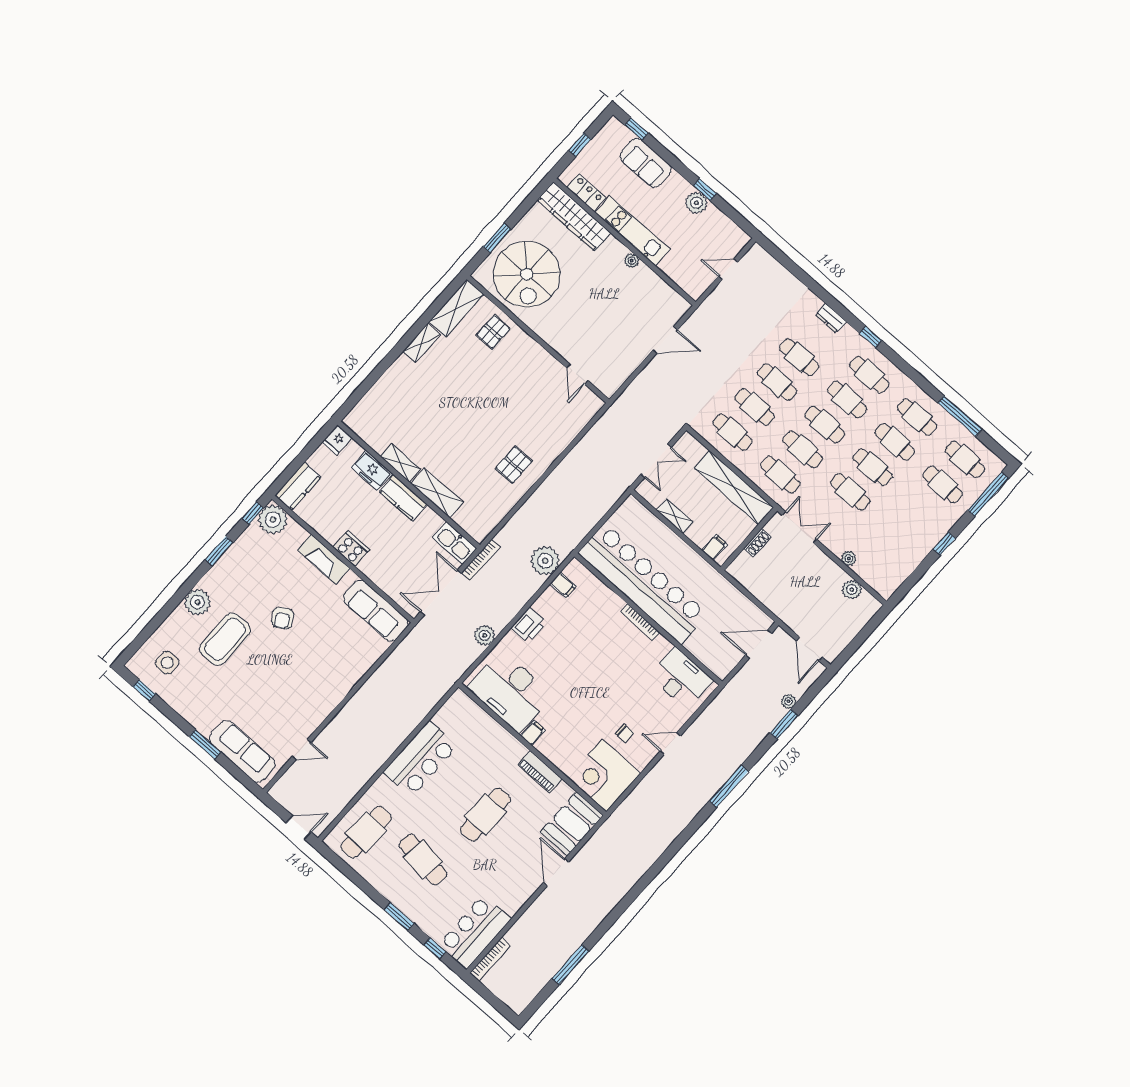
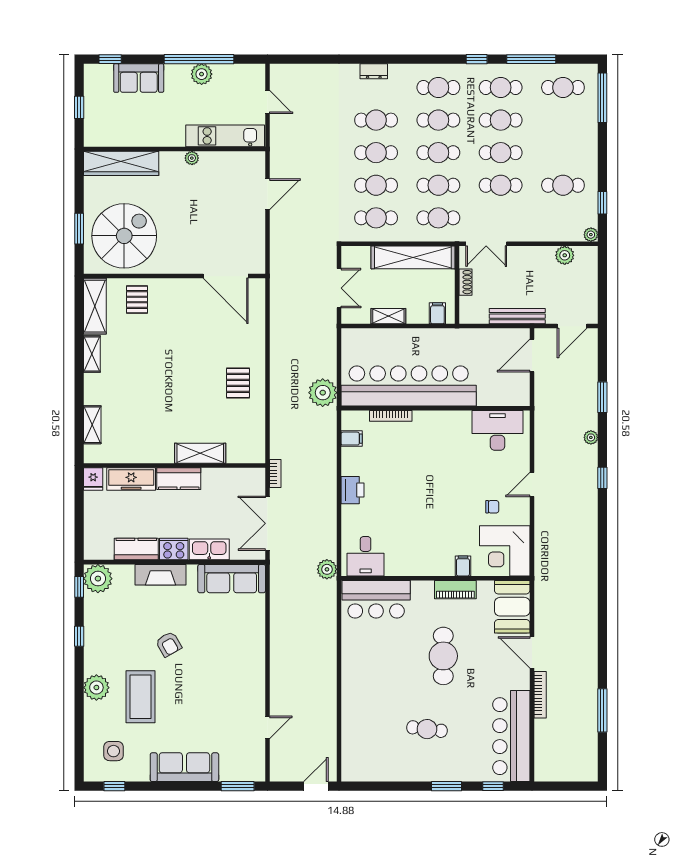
window: (705, 190) -> (199, 59), width x3.17
locker: (586, 193) -> (115, 138), removed
kitchen unit: (633, 231) -> (225, 136), moved
door: (728, 269) -> (267, 102), swing flipped
spiral stairs: (527, 274) -> (124, 236), turned -90
window: (871, 337) -> (477, 59), moved
door: (577, 374) -> (226, 276), width x1.87
shelving: (400, 463) -> (92, 425), moved, turned 90
freezer: (372, 470) -> (131, 479), width x1.40
cafe table: (943, 484) -> (563, 185), moved
kitchen counter: (298, 486) -> (136, 549), moved, turned -90
double door: (799, 527) -> (486, 244), swing flipped
kitchen sink: (455, 543) -> (209, 549), moved, turned 180
window: (944, 544) -> (602, 203), moved
window: (219, 551) -> (79, 636), width x0.67
plant: (849, 558) -> (591, 235), moved
bookcase: (481, 560) -> (275, 473), width x0.64
plant: (545, 561) -> (323, 393), moved
bench: (774, 604) -> (517, 316), added
bookcase: (640, 622) -> (391, 416), moved
plant: (485, 635) -> (327, 569), moved
door: (809, 649) -> (572, 326), hinge flipped
desk: (510, 691) -> (366, 556), width x0.53, depth x0.77
plant: (788, 701) -> (591, 437), moved
filing cabinet: (533, 733) -> (463, 566), moved
window: (205, 744) -> (238, 786), moved
sofa: (242, 751) -> (184, 767), moved
bar counter: (420, 759) -> (376, 599), moved, turned 90
window: (729, 786) -> (602, 478), width x0.46
cafe table: (366, 832) -> (368, 746), removed
cafe table: (423, 859) -> (427, 729), width x0.73, depth x0.74
bar counter: (475, 932) -> (511, 736), width x1.36
bookcase: (490, 959) -> (540, 695), moved

